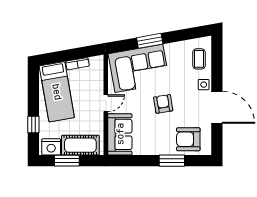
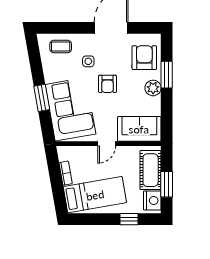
side table: (204, 85) -> (88, 61), moved
door: (106, 103) -> (107, 144), swing flipped
armchair: (163, 104) -> (107, 84), turned -81
armchair: (188, 139) -> (144, 58), turned 180
plant: (159, 148) -> (153, 88), added

